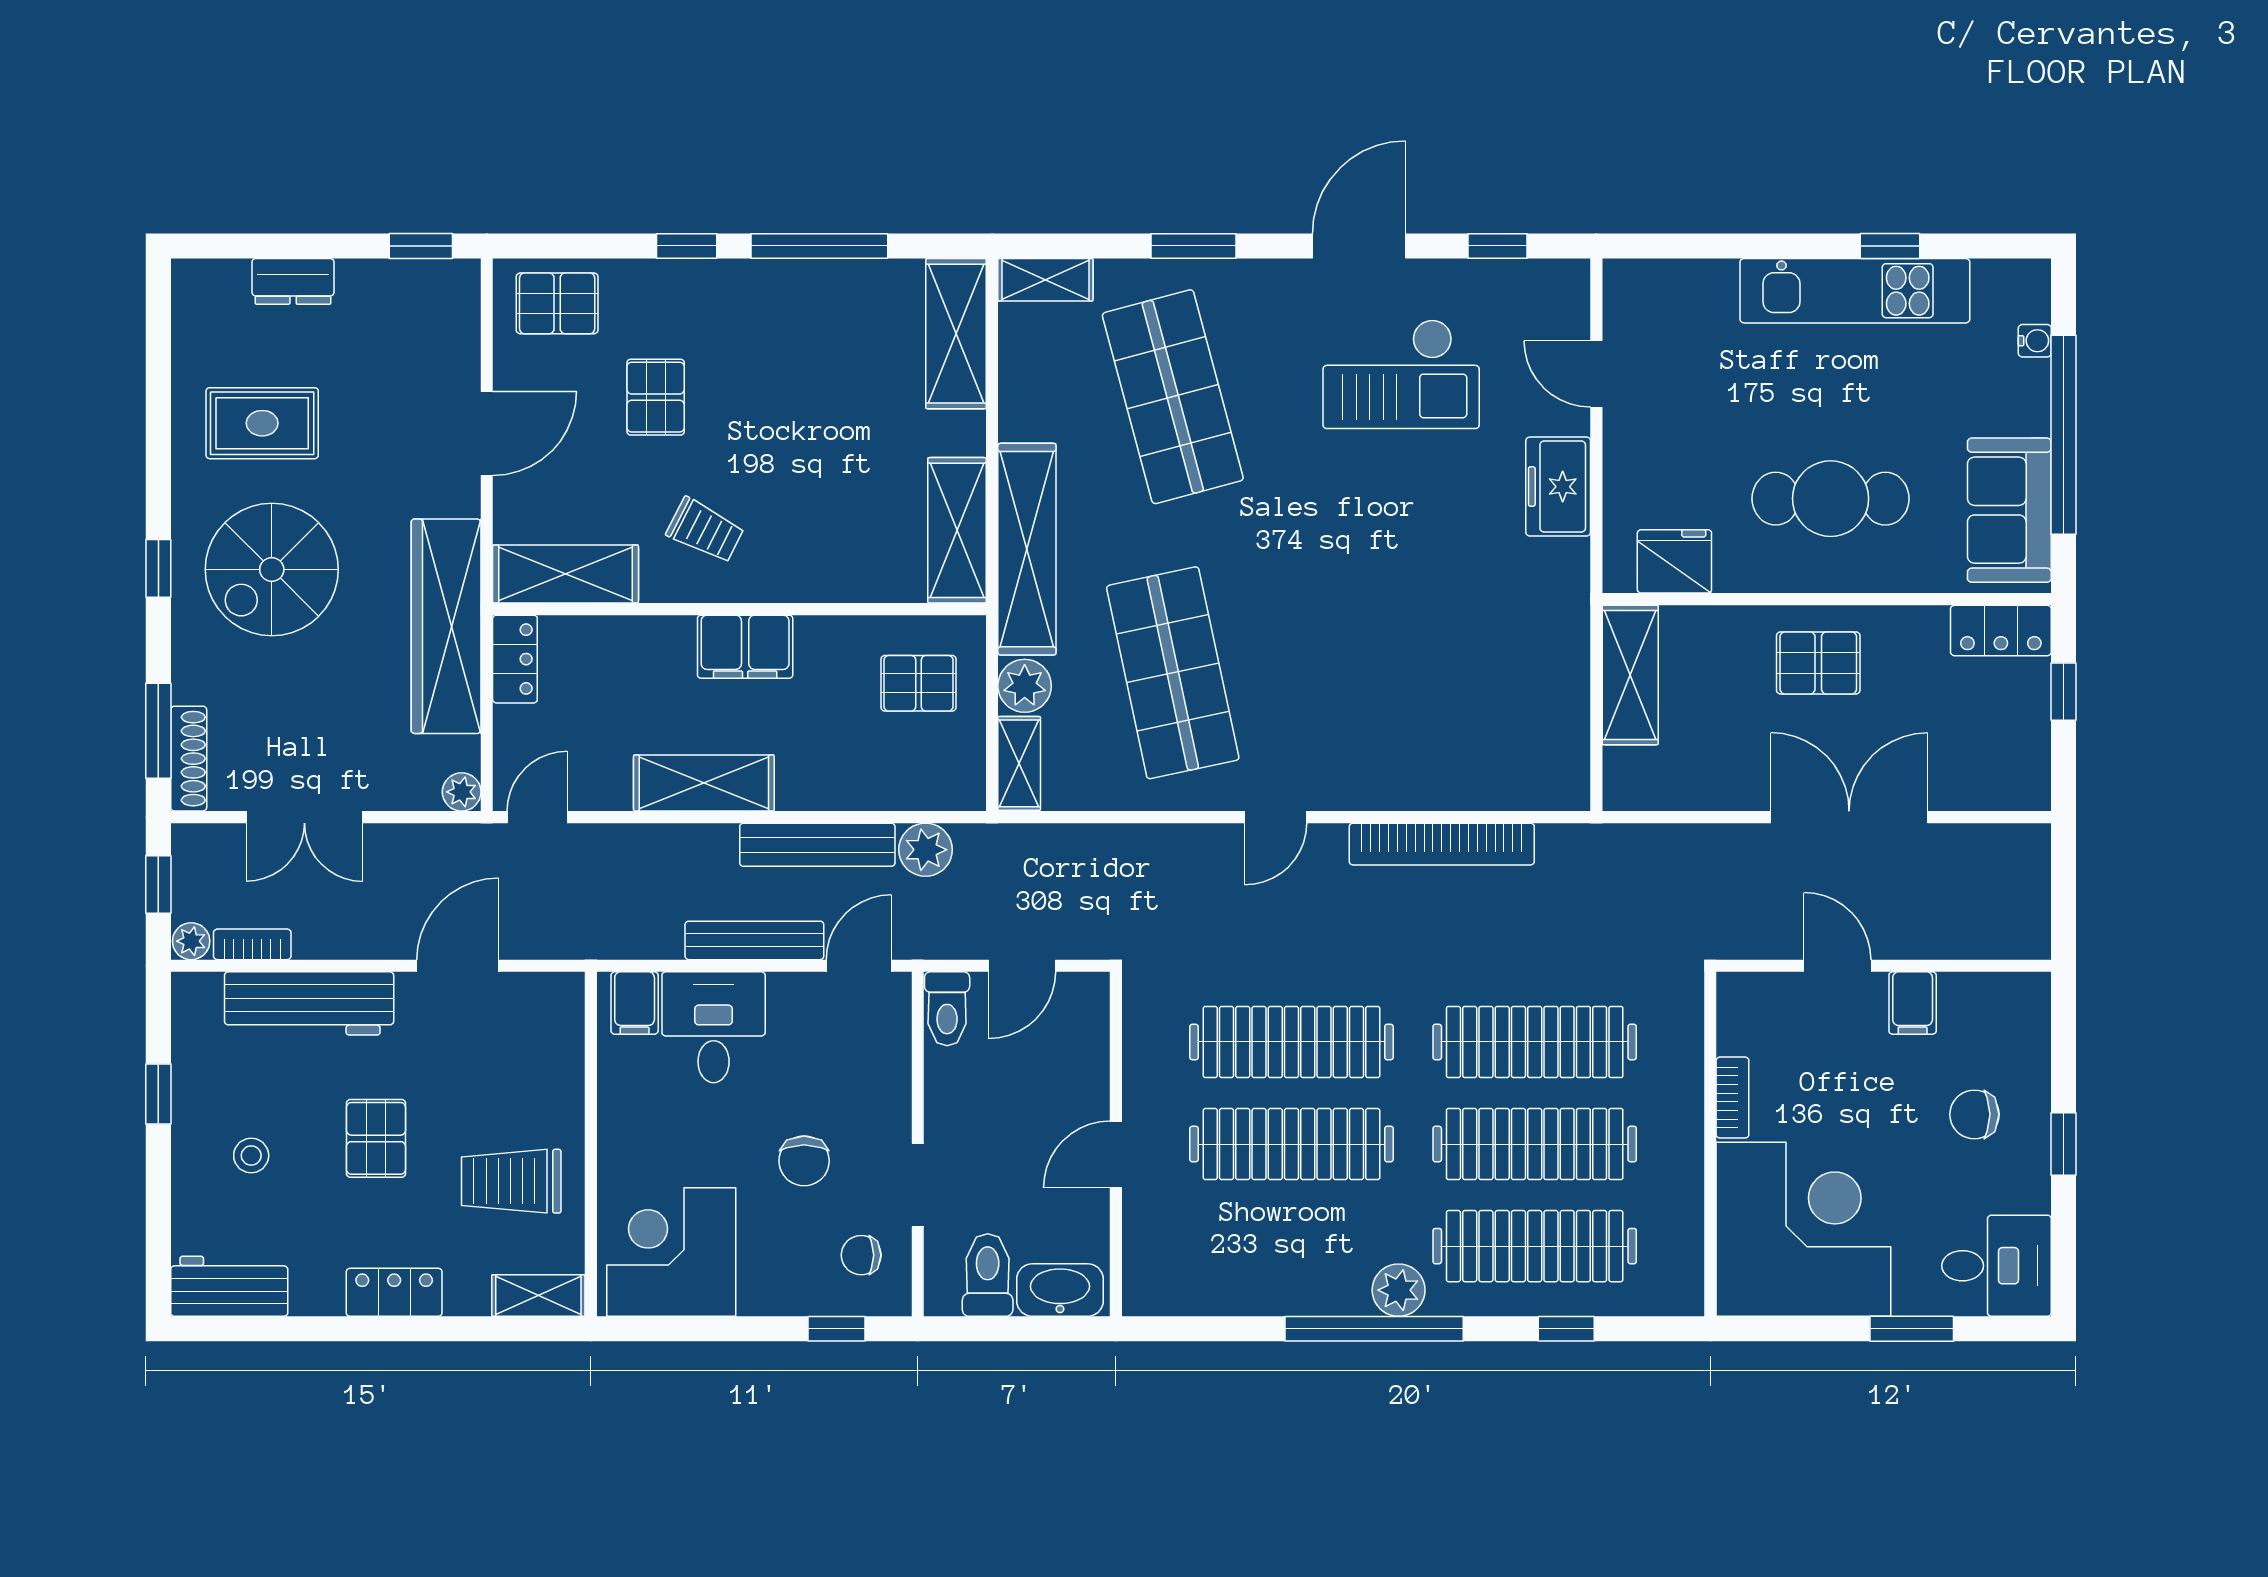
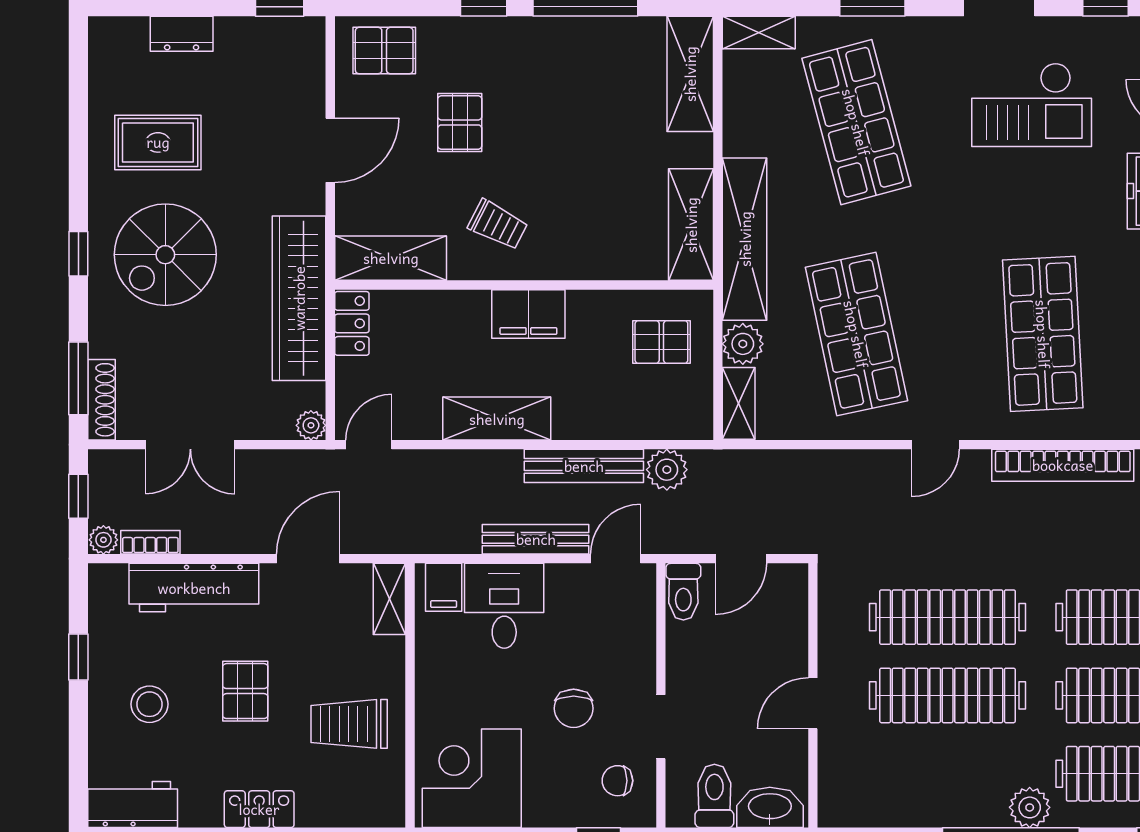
shop shelf: (1416, 673) -> (1043, 334), added
stool: (251, 1155) -> (149, 704), width x1.37, depth x1.37
shelving: (538, 1296) -> (389, 599), moved, turned 90

